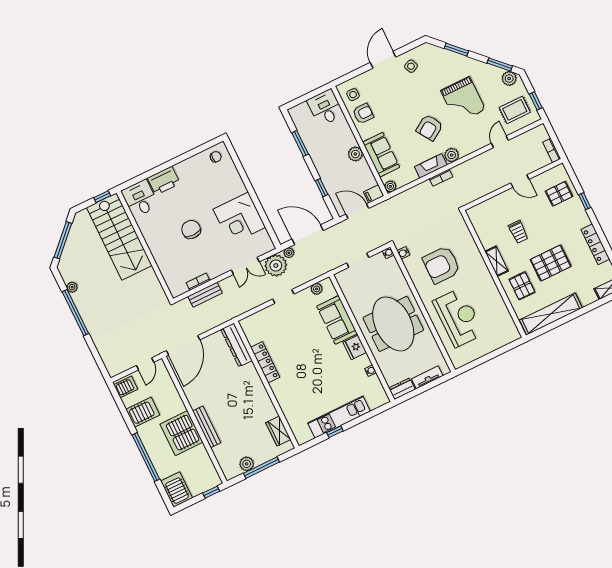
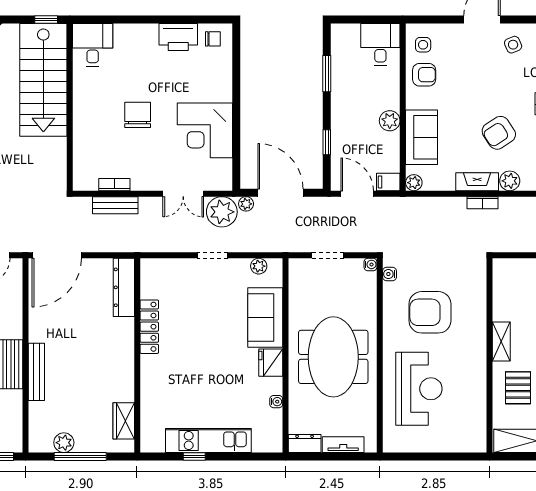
printer: (164, 181) -> (178, 37), moved

